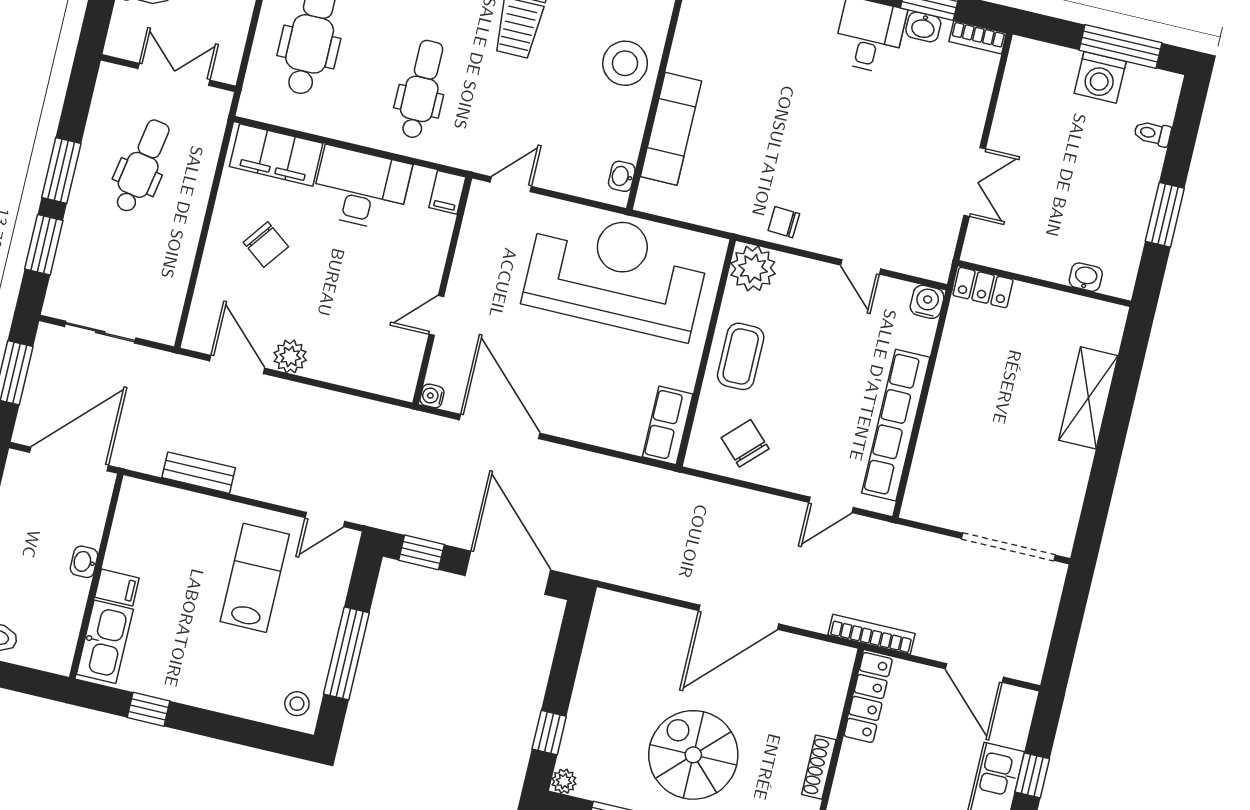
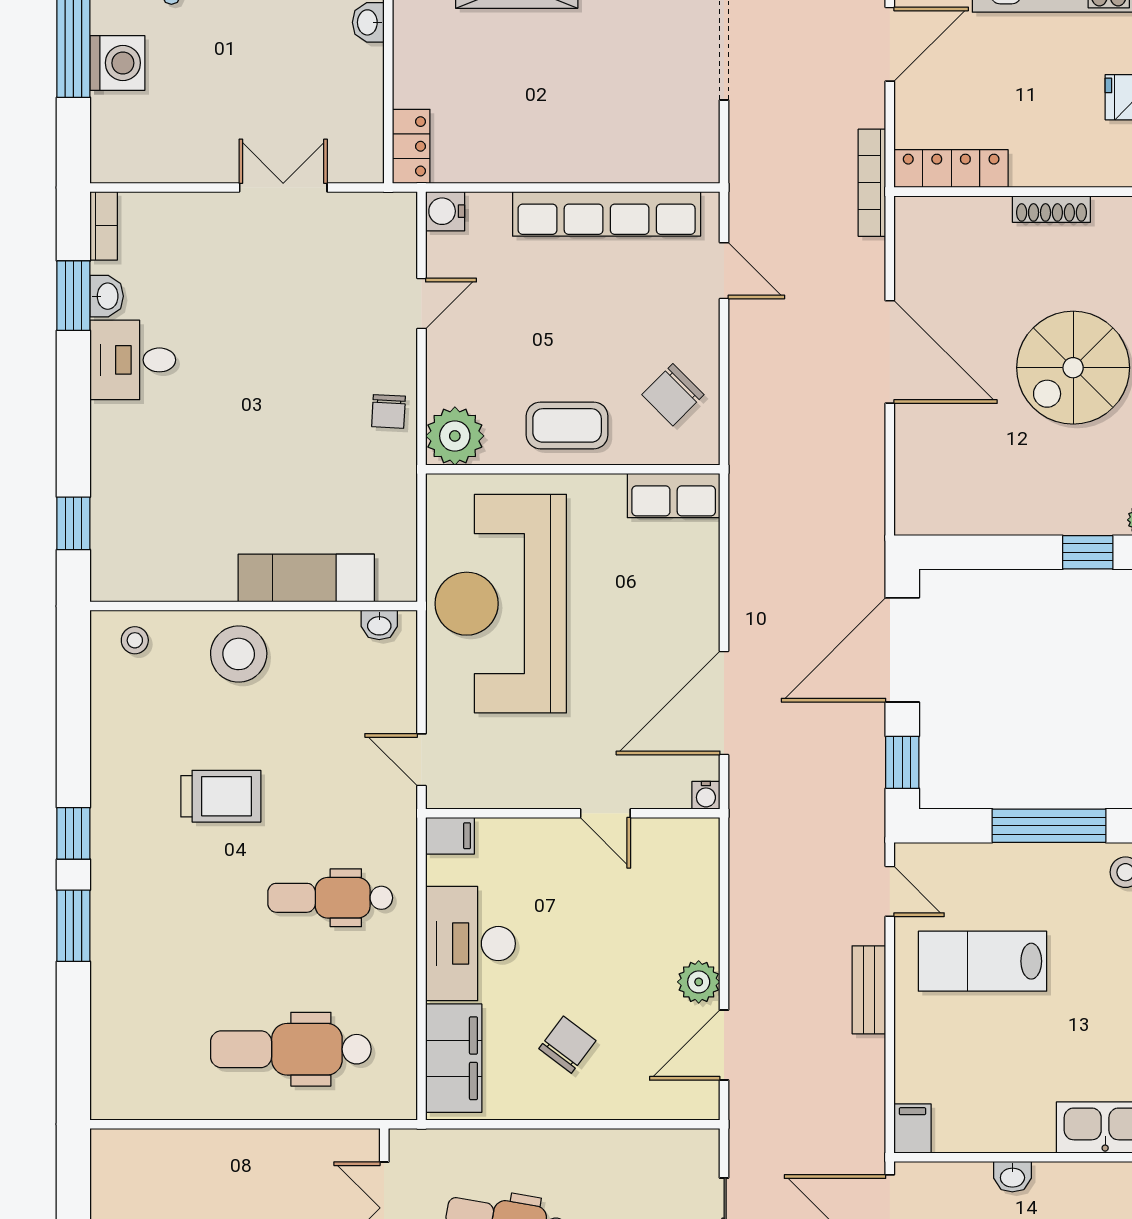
bench: (199, 473) -> (869, 990), moved
filing cabinet: (117, 588) -> (912, 1128), moved

